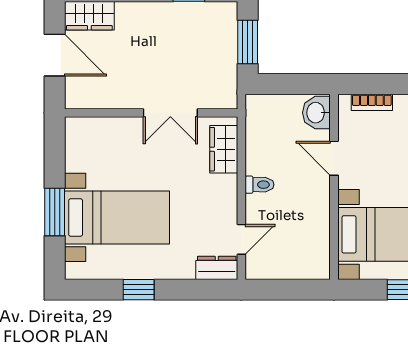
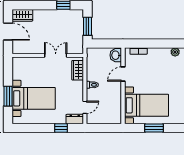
double door: (170, 113) -> (56, 55), swing flipped
door: (334, 158) -> (123, 74), hinge flipped
window: (139, 290) -> (61, 128), moved

